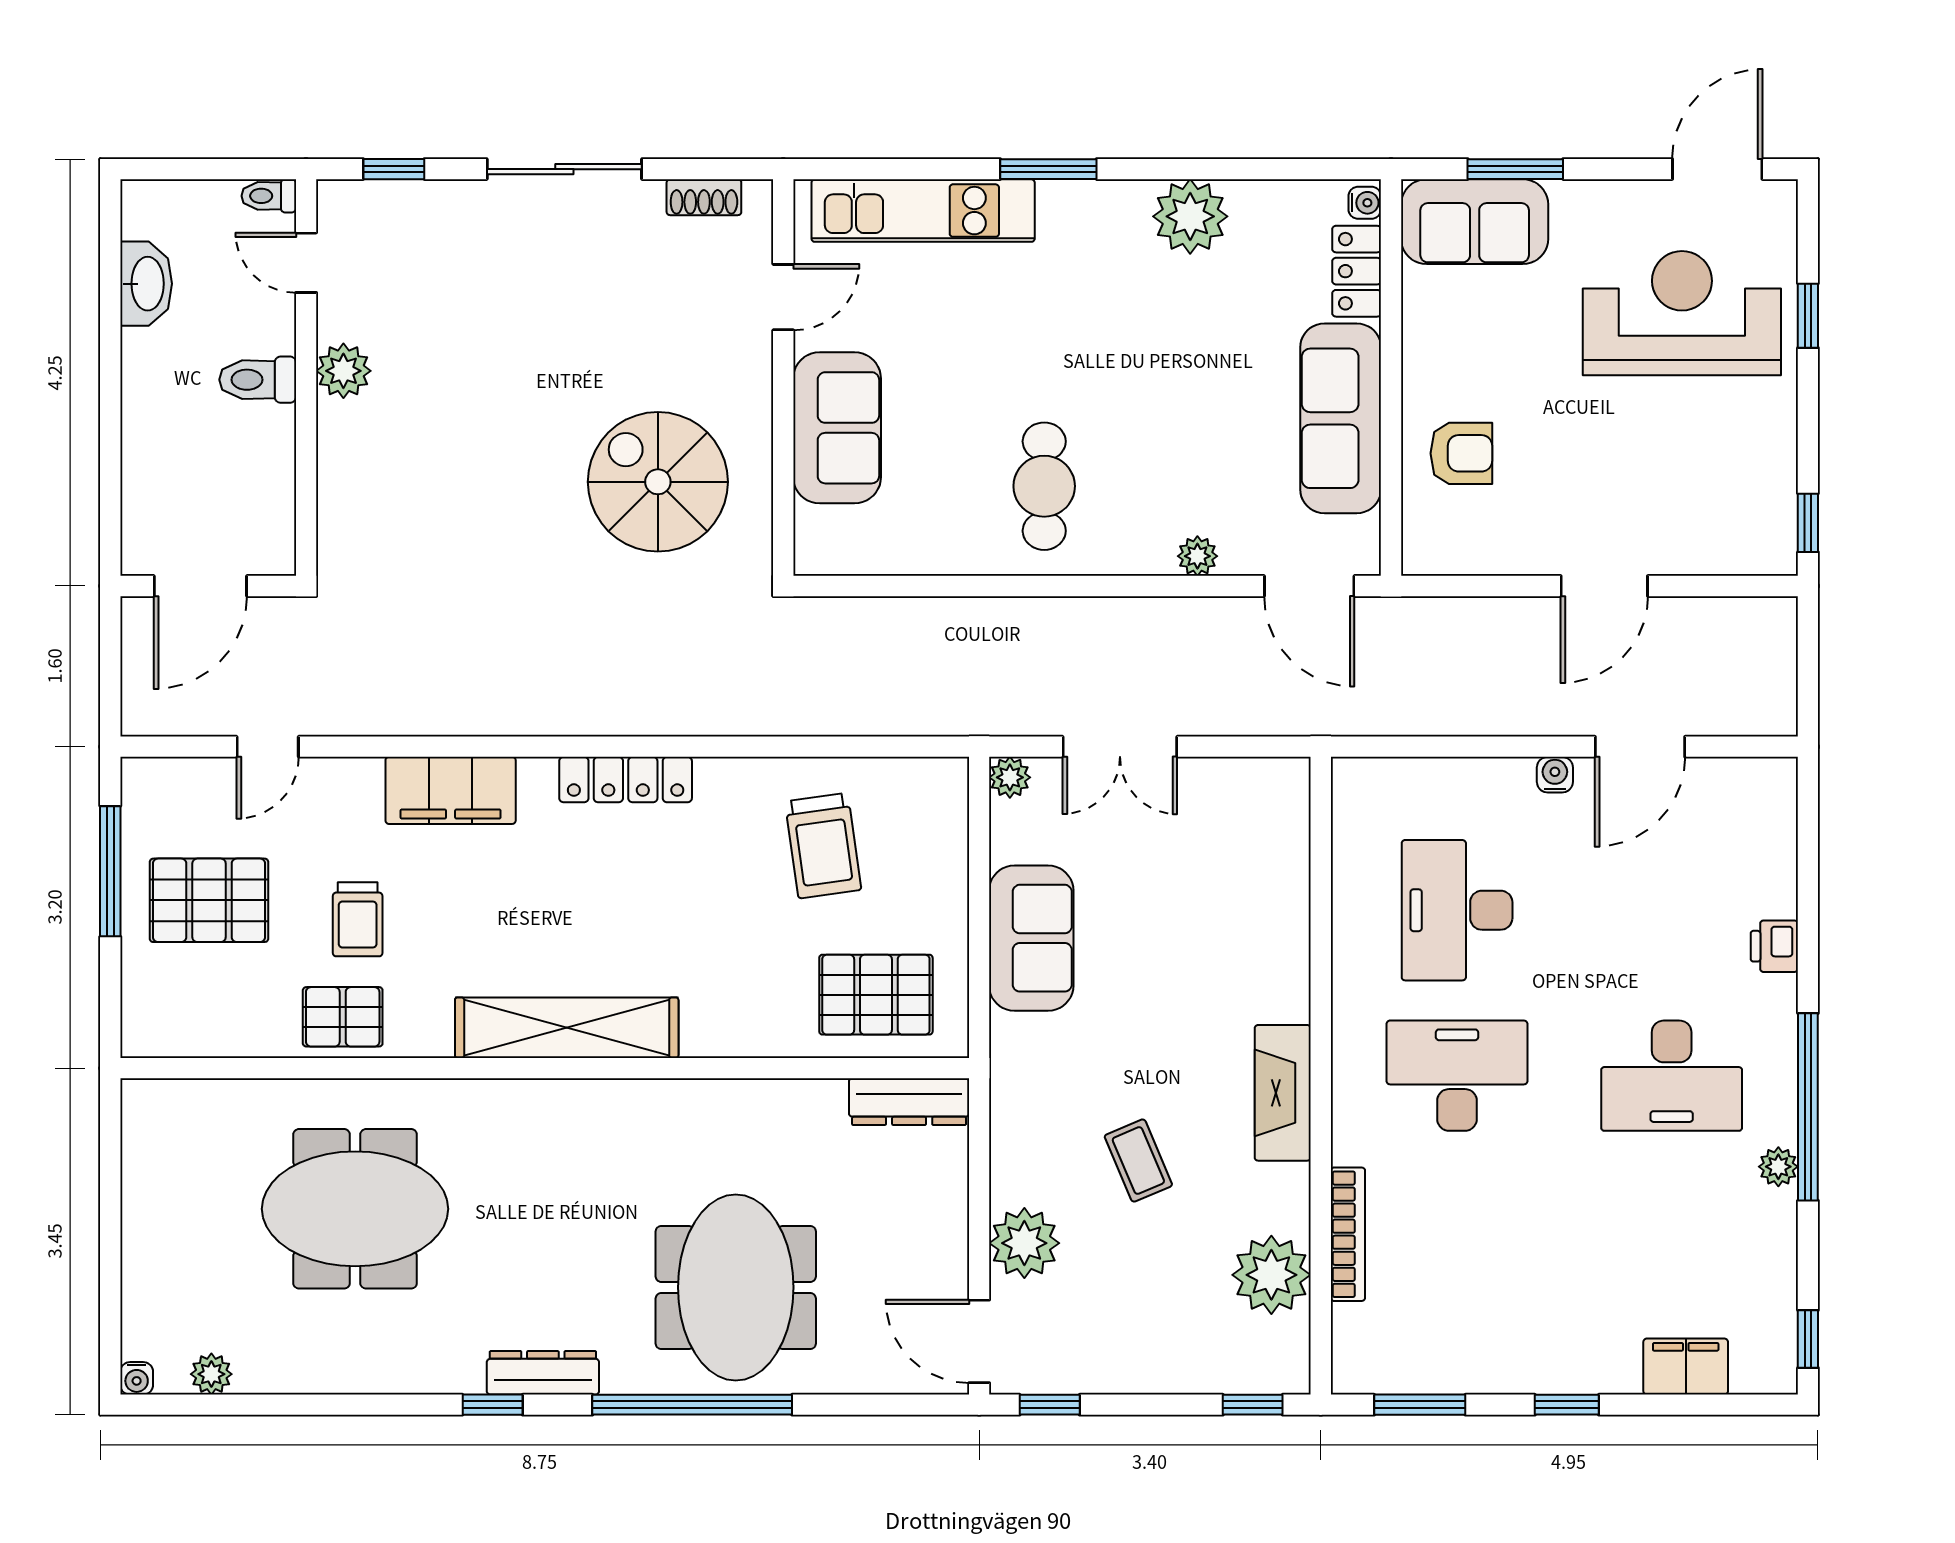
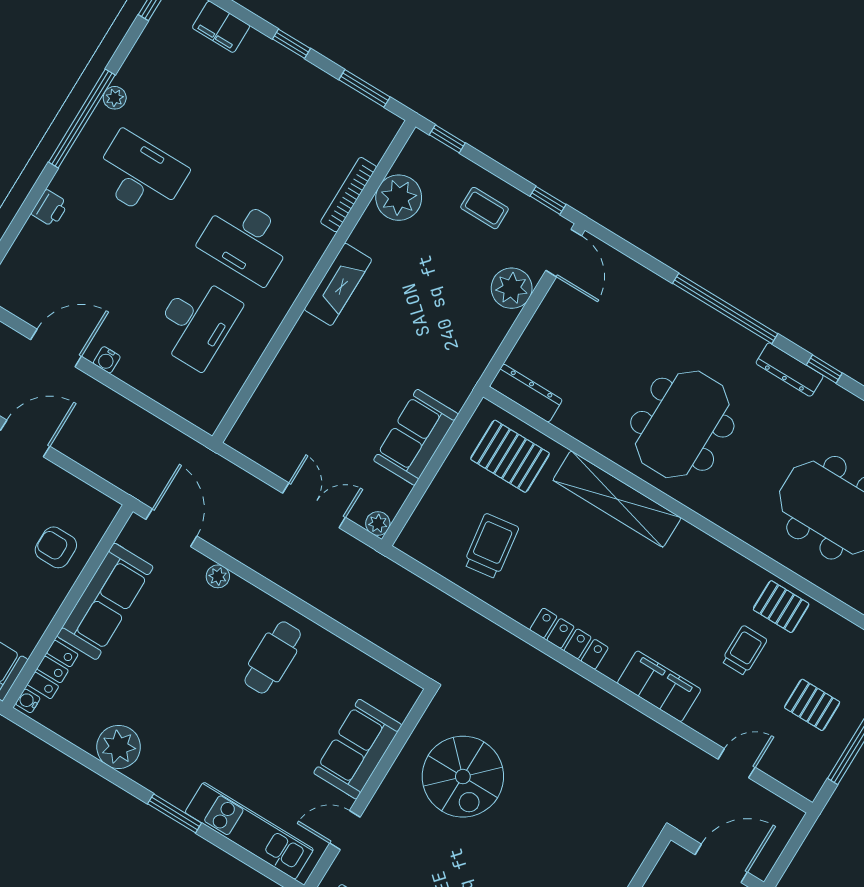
pallet: (209, 900) -> (812, 705), width x0.67, depth x0.71
shelving: (567, 1028) -> (617, 499), moved
coffee table: (1138, 1161) -> (484, 208), moved, turned -67
meeting table: (736, 1287) -> (682, 424), moved

